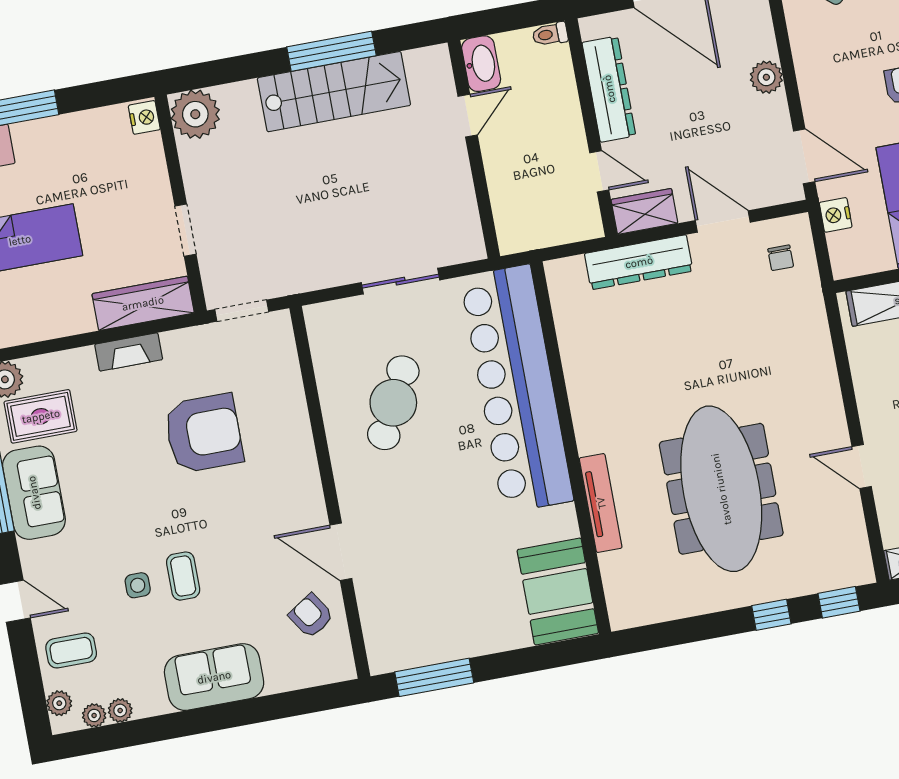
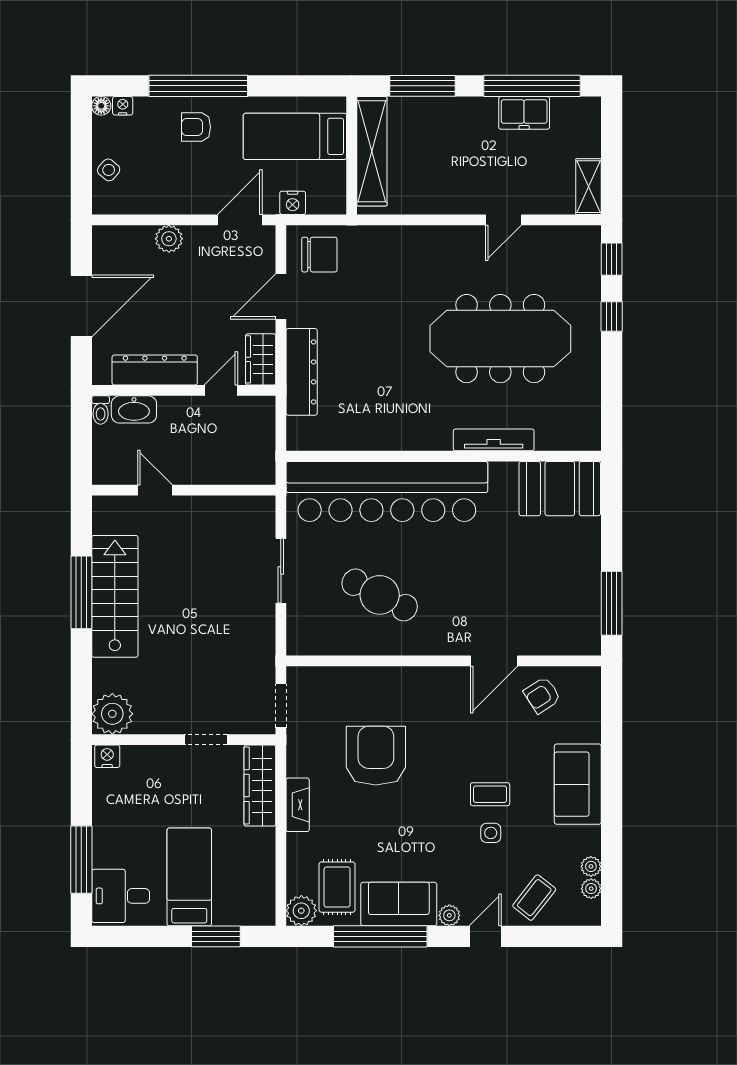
washbasin: (481, 64) -> (134, 409), moved, turned 180
chair: (781, 258) -> (319, 255), width x1.87, depth x1.87
coffee table: (71, 651) -> (534, 898), turned 38
plant: (59, 703) -> (449, 915), moved

